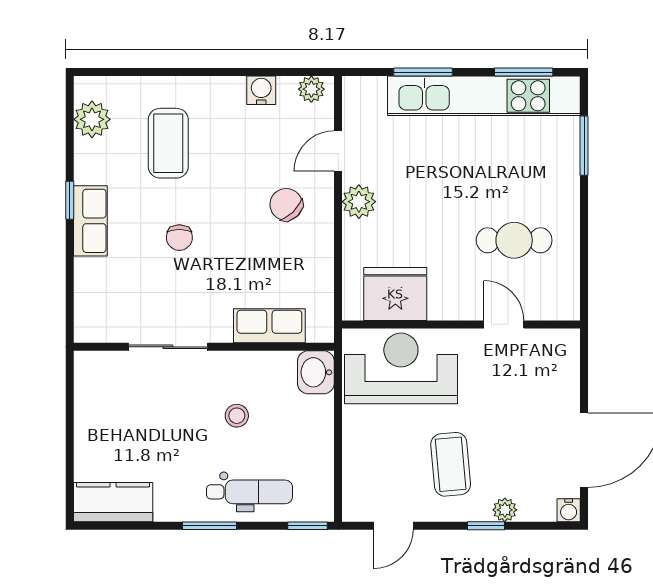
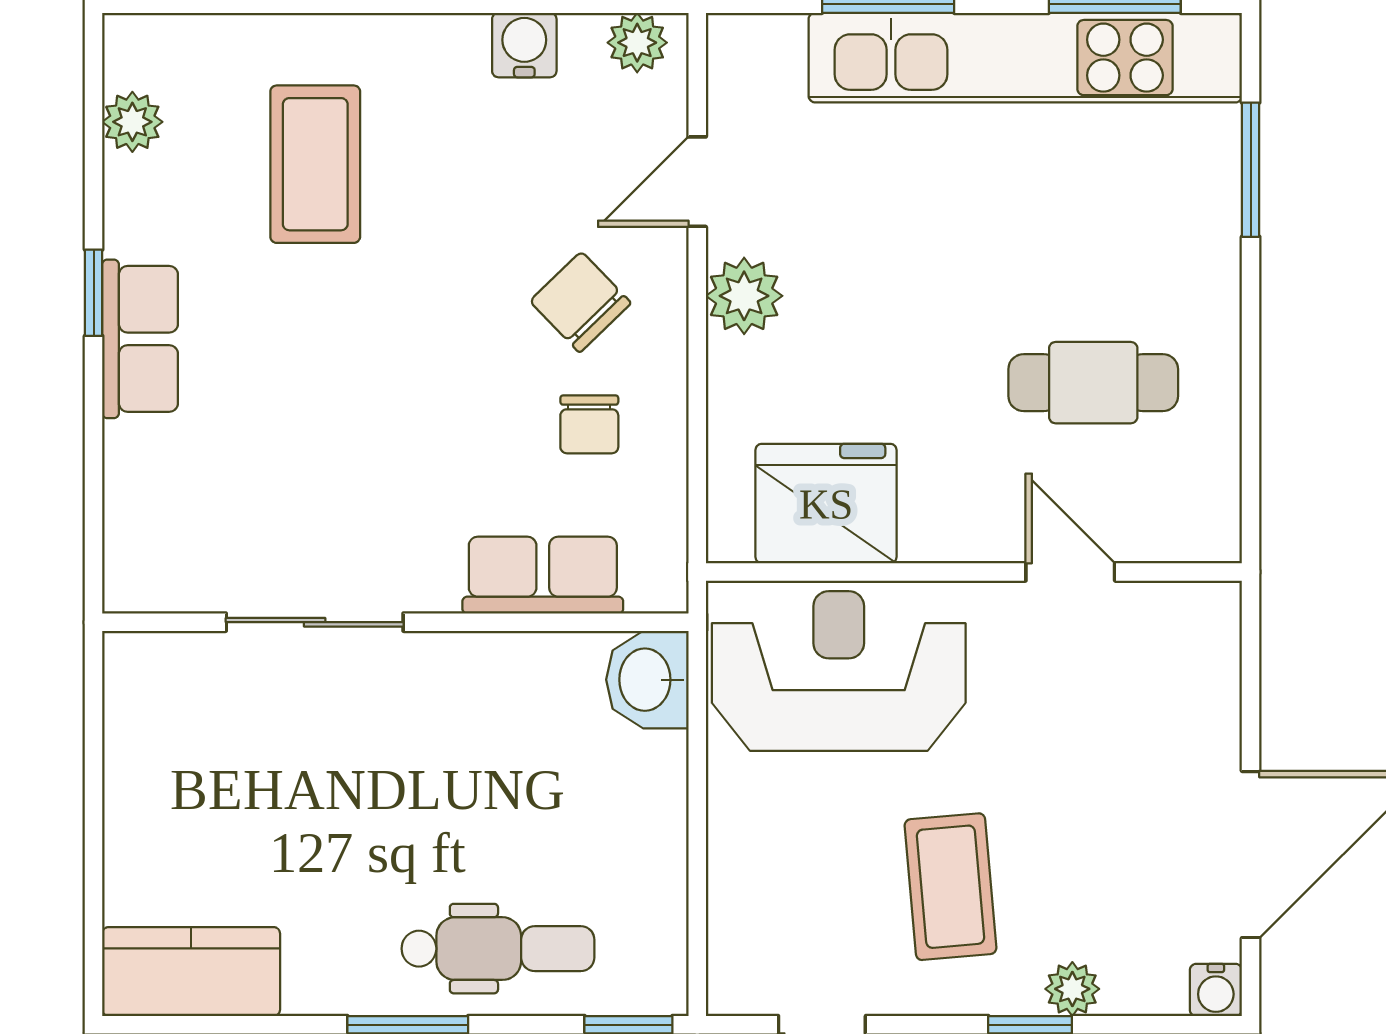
plant: (92, 119) -> (132, 122), width x0.73, depth x0.73
chair: (179, 238) -> (589, 424), moved
stool: (237, 416) -> (469, 777), removed

